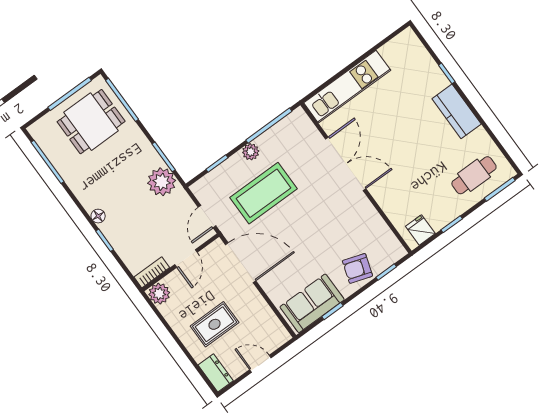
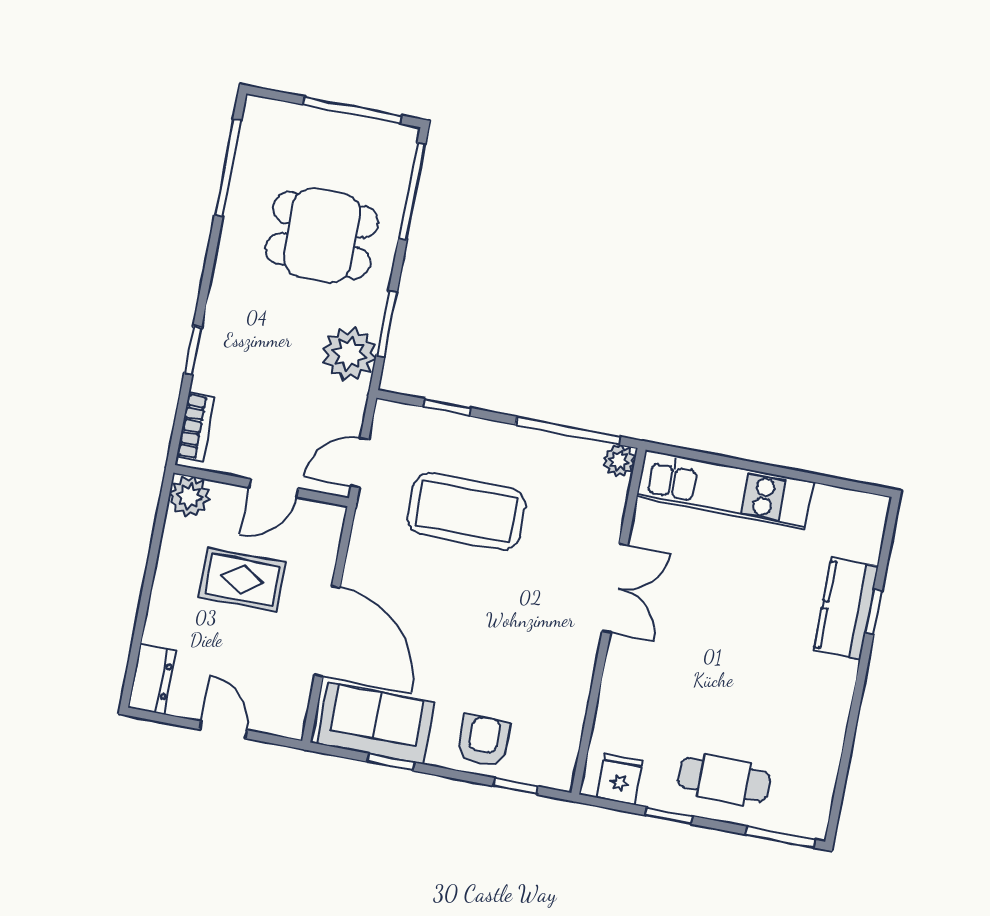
kitchen counter: (457, 111) -> (846, 609), moved
dining table: (91, 122) -> (322, 235), moved
plant: (251, 152) -> (619, 461), moved
double door: (346, 164) -> (615, 588), width x0.73
cafe table: (474, 175) -> (724, 780), moved
floor lamp: (98, 216) -> (218, 310), removed
door: (241, 263) -> (327, 631), moved
armchair: (357, 268) -> (484, 741), turned 72
bookcase: (152, 272) -> (195, 427), moved, turned 90
rug: (215, 324) -> (242, 580), moved

